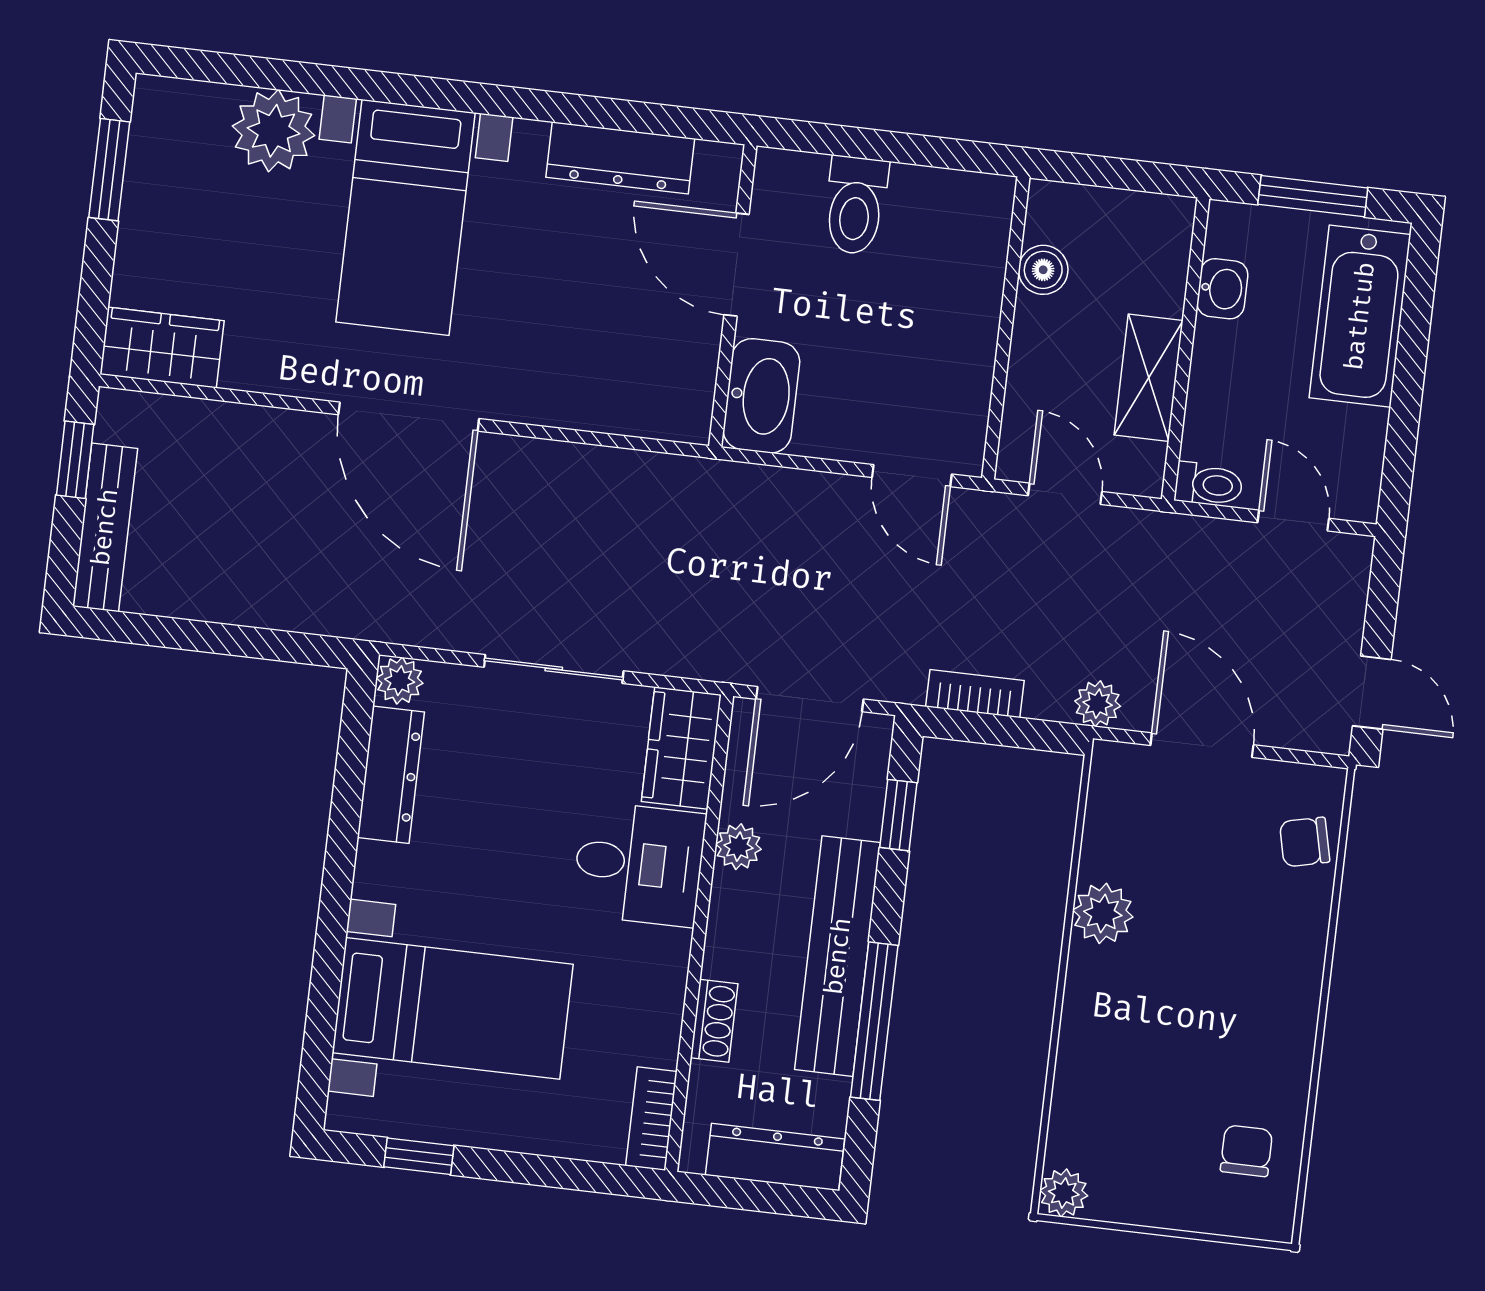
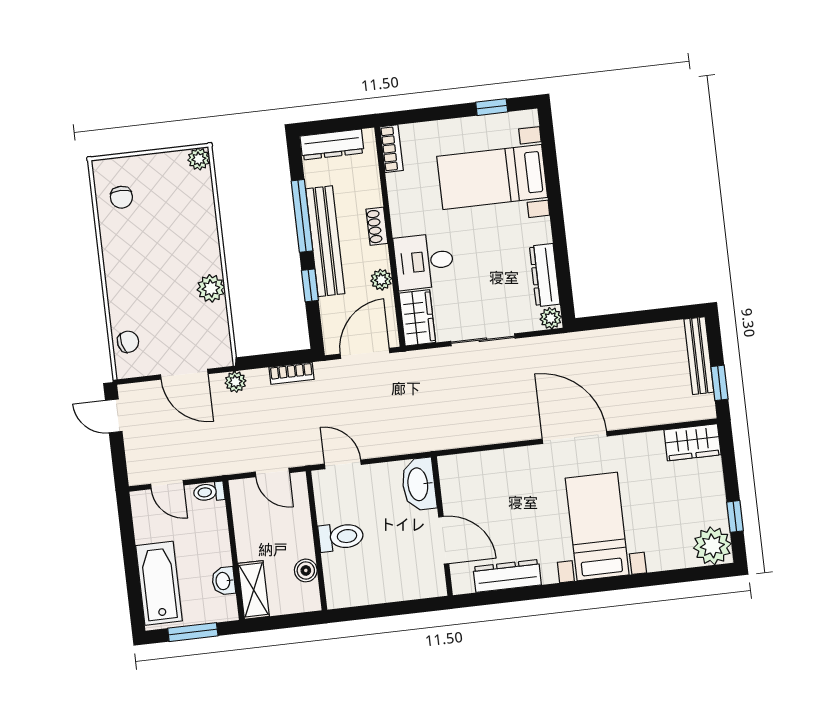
plant: (274, 131) -> (712, 546), moved
window: (109, 170) -> (735, 516), width x0.67
toilet: (856, 205) -> (341, 537), moved, turned 90
shelving: (1149, 378) -> (254, 590), moved
window: (898, 815) -> (310, 285), moved
shoe rack: (714, 1021) -> (377, 226), moved

